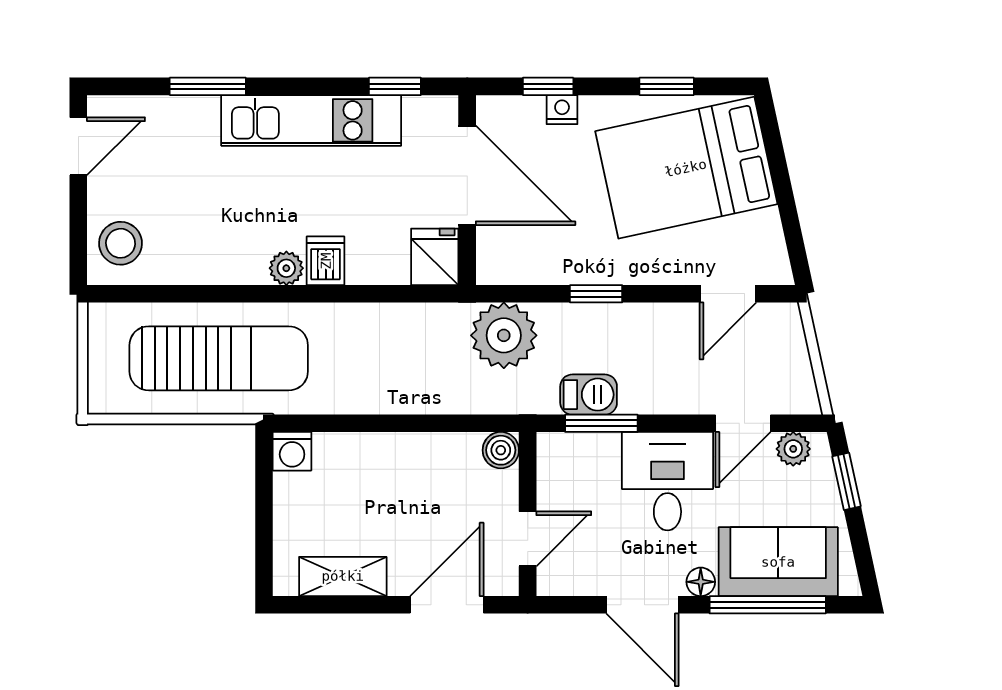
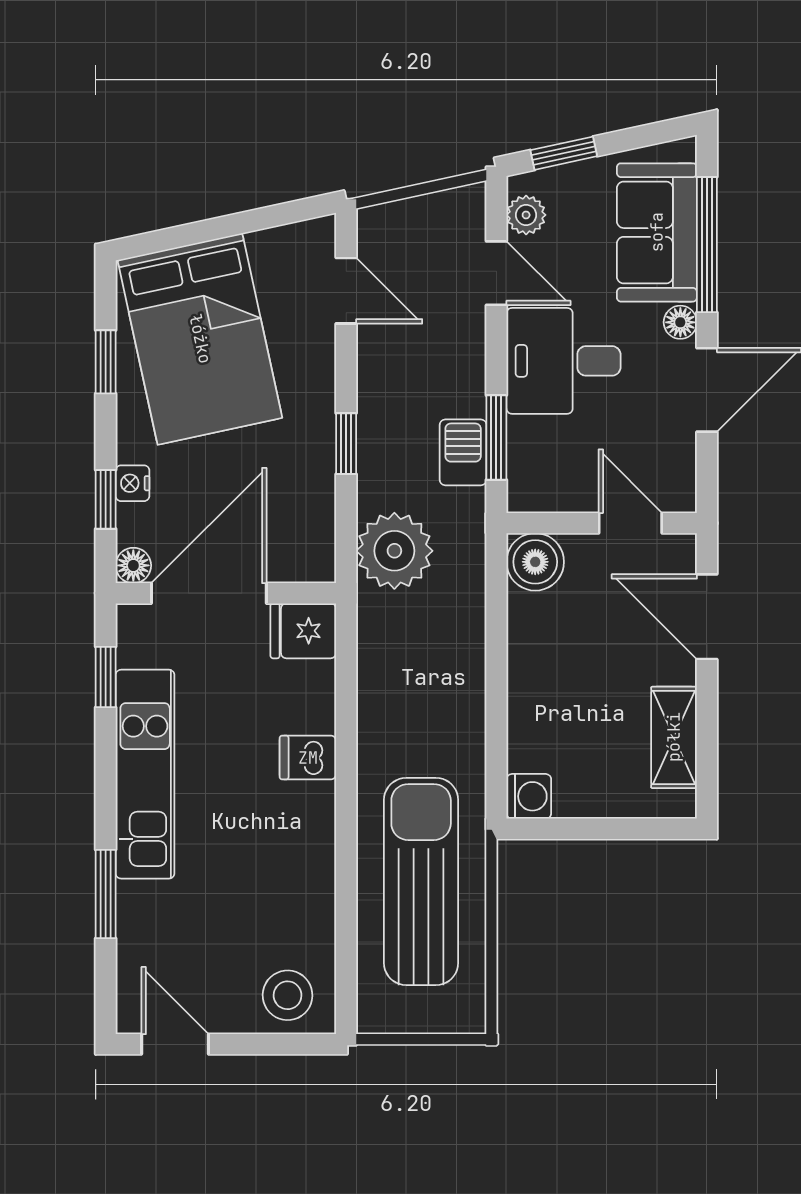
floor lamp: (491, 110) -> (133, 565), added
plant: (286, 268) -> (317, 803), removed
boiler: (501, 450) -> (535, 562), width x1.36, depth x1.36

